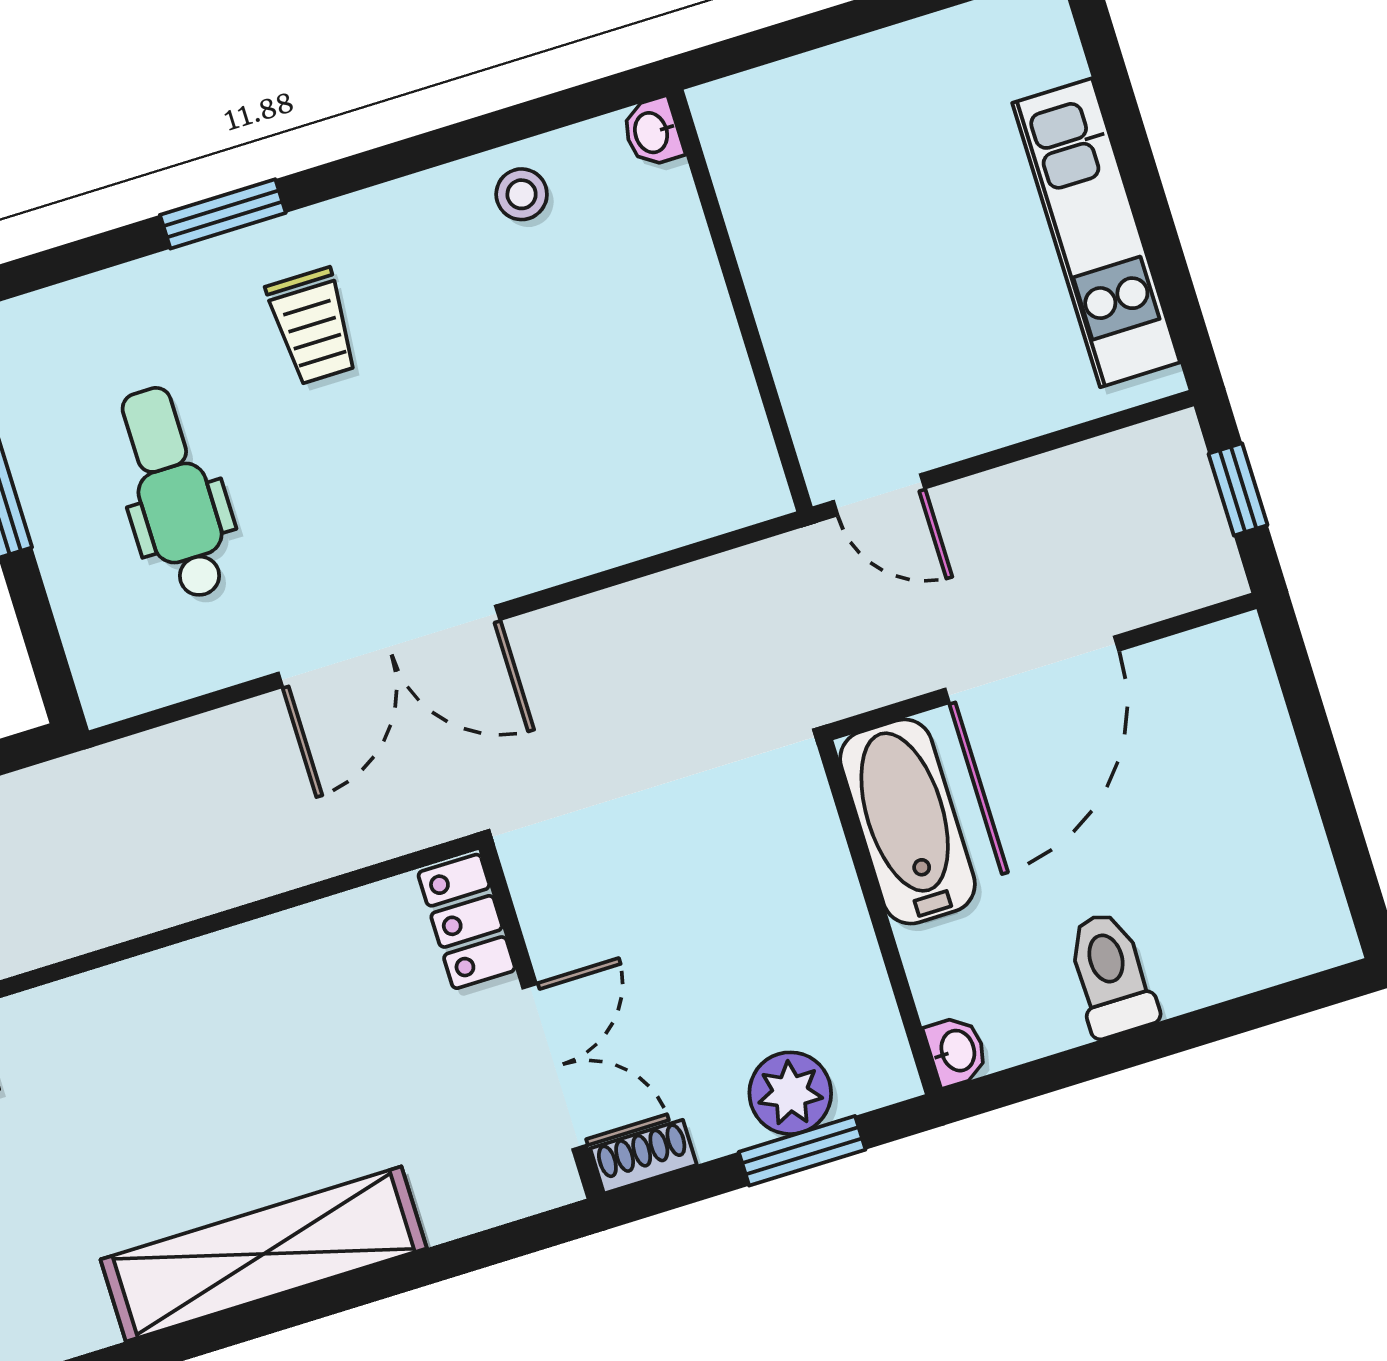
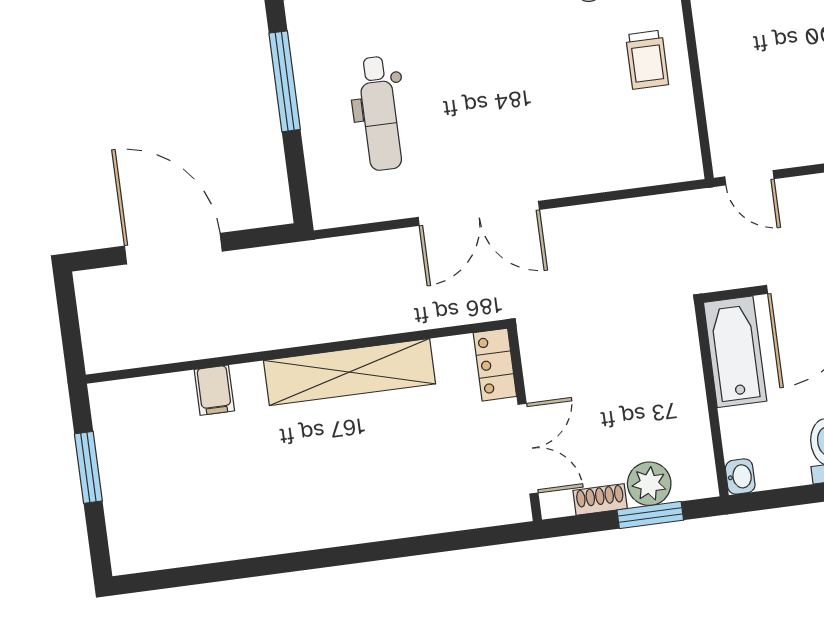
trolley: (313, 326) -> (647, 60), moved
dental chair: (174, 493) -> (380, 113), turned 180
shoe rack: (643, 1157) -> (600, 499), moved
shelving: (264, 1254) -> (350, 372), moved

